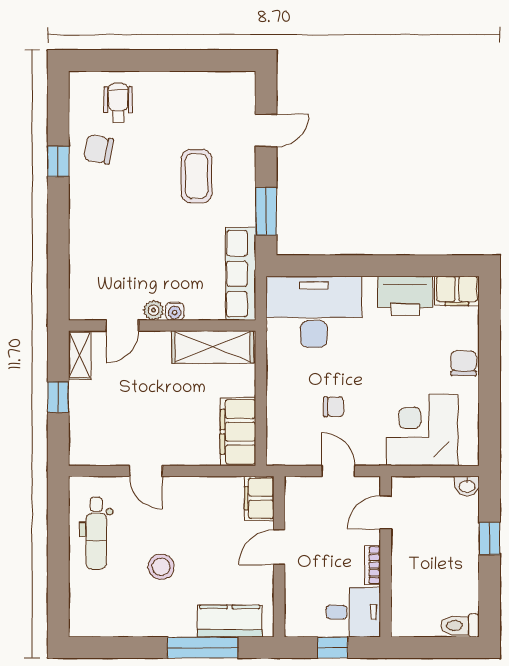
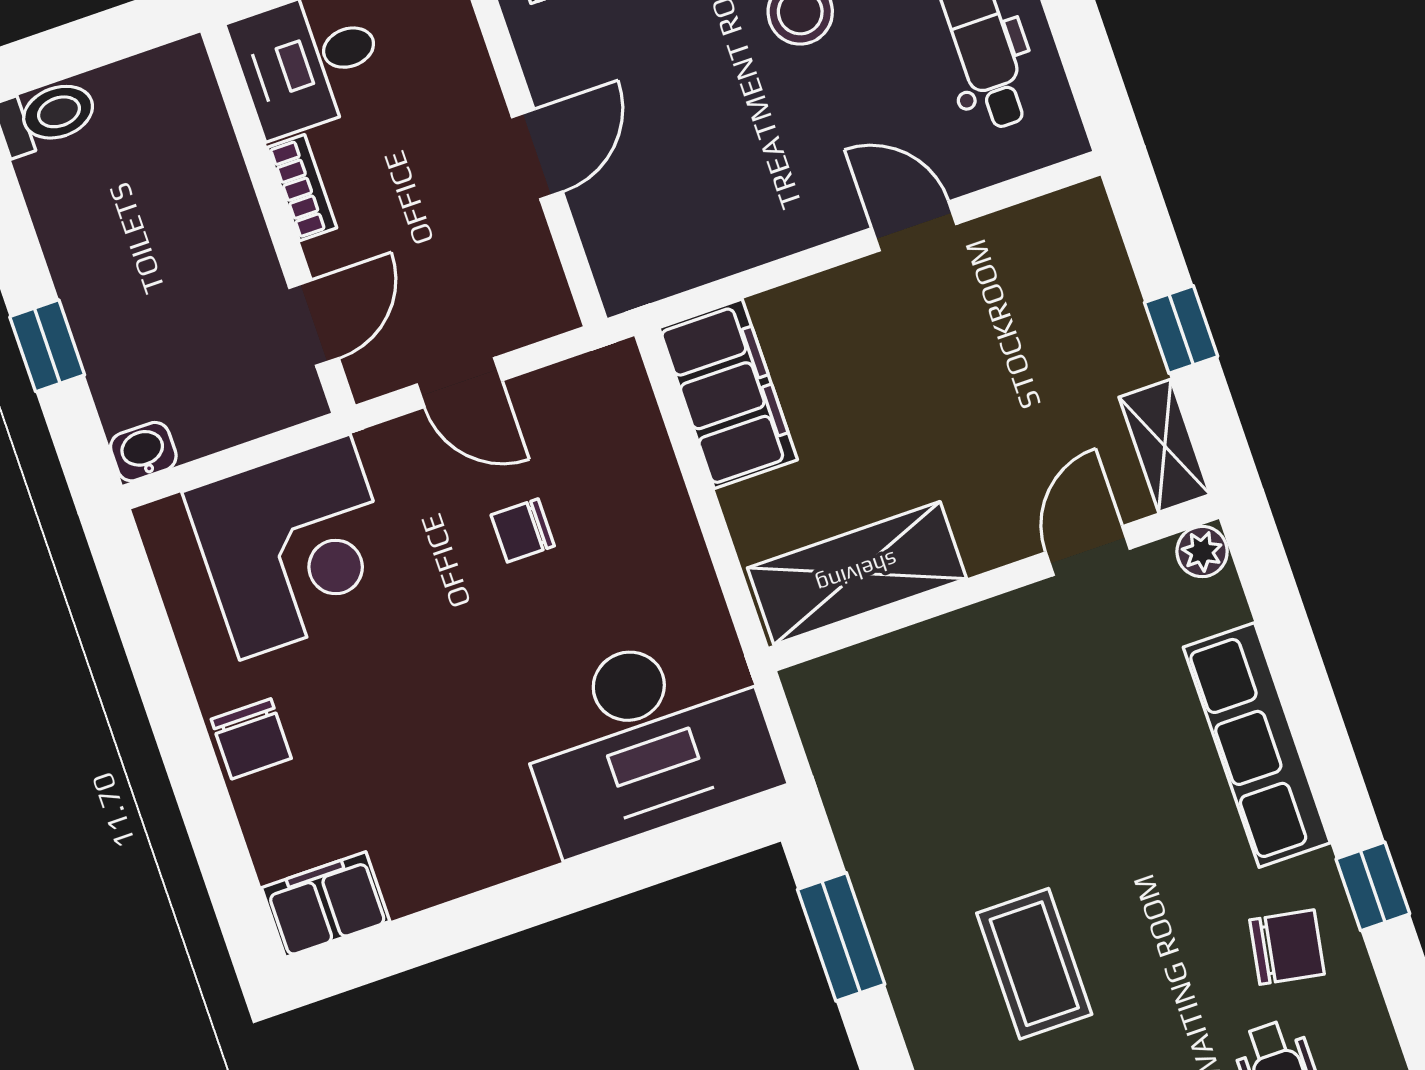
row of seats: (241, 274) -> (1257, 745), moved, turned 180
printer: (405, 296) -> (444, 851), removed
plant: (153, 310) -> (1202, 552), moved
water cooler: (175, 311) -> (976, 627), removed
filing cabinet: (259, 498) -> (624, 254), removed

